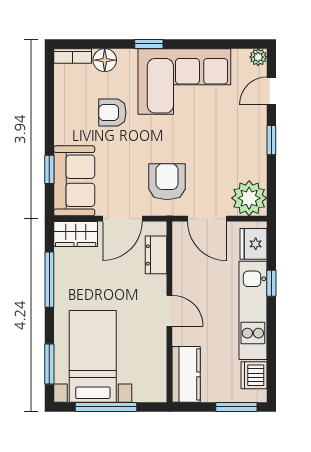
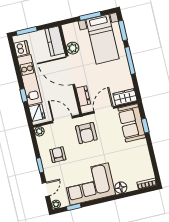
window: (149, 44) -> (74, 207), moved
floor lamp: (105, 60) -> (121, 188), moved
armchair: (112, 112) -> (58, 155), moved, turned -90
plant: (249, 198) -> (39, 131), width x0.53, depth x0.53
window: (49, 280) -> (130, 61), moved
door: (169, 311) -> (70, 70), width x1.88
plant: (155, 353) -> (73, 48), added
window: (106, 407) -> (90, 16), width x0.69

